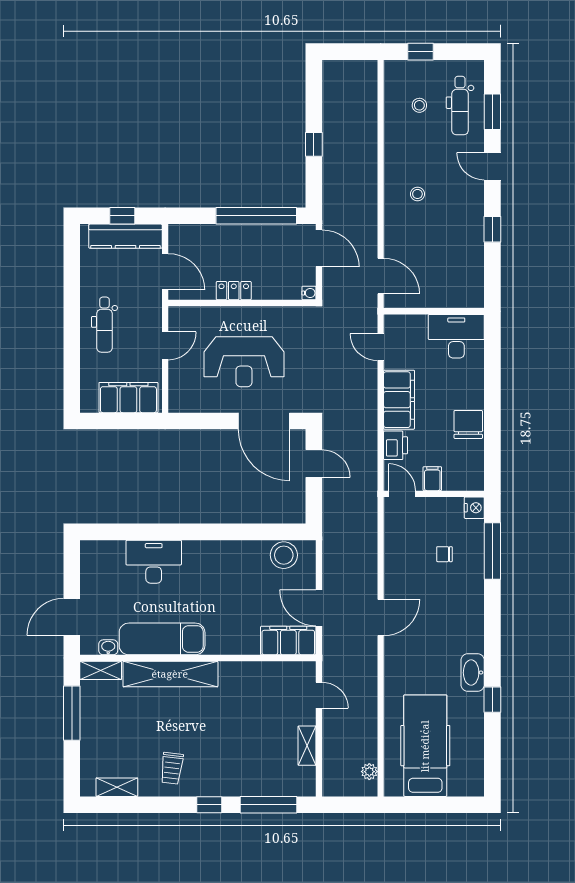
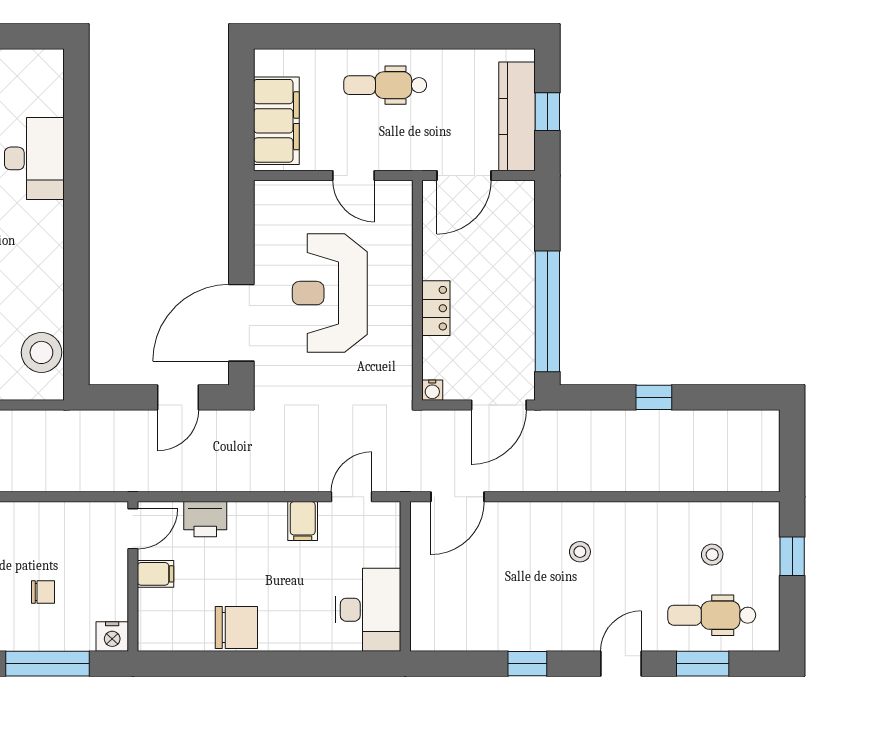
locker: (234, 291) -> (436, 308), moved
filing cabinet: (399, 400) -> (303, 521), width x0.33, depth x0.86
chair: (444, 554) -> (43, 592), turned 90

